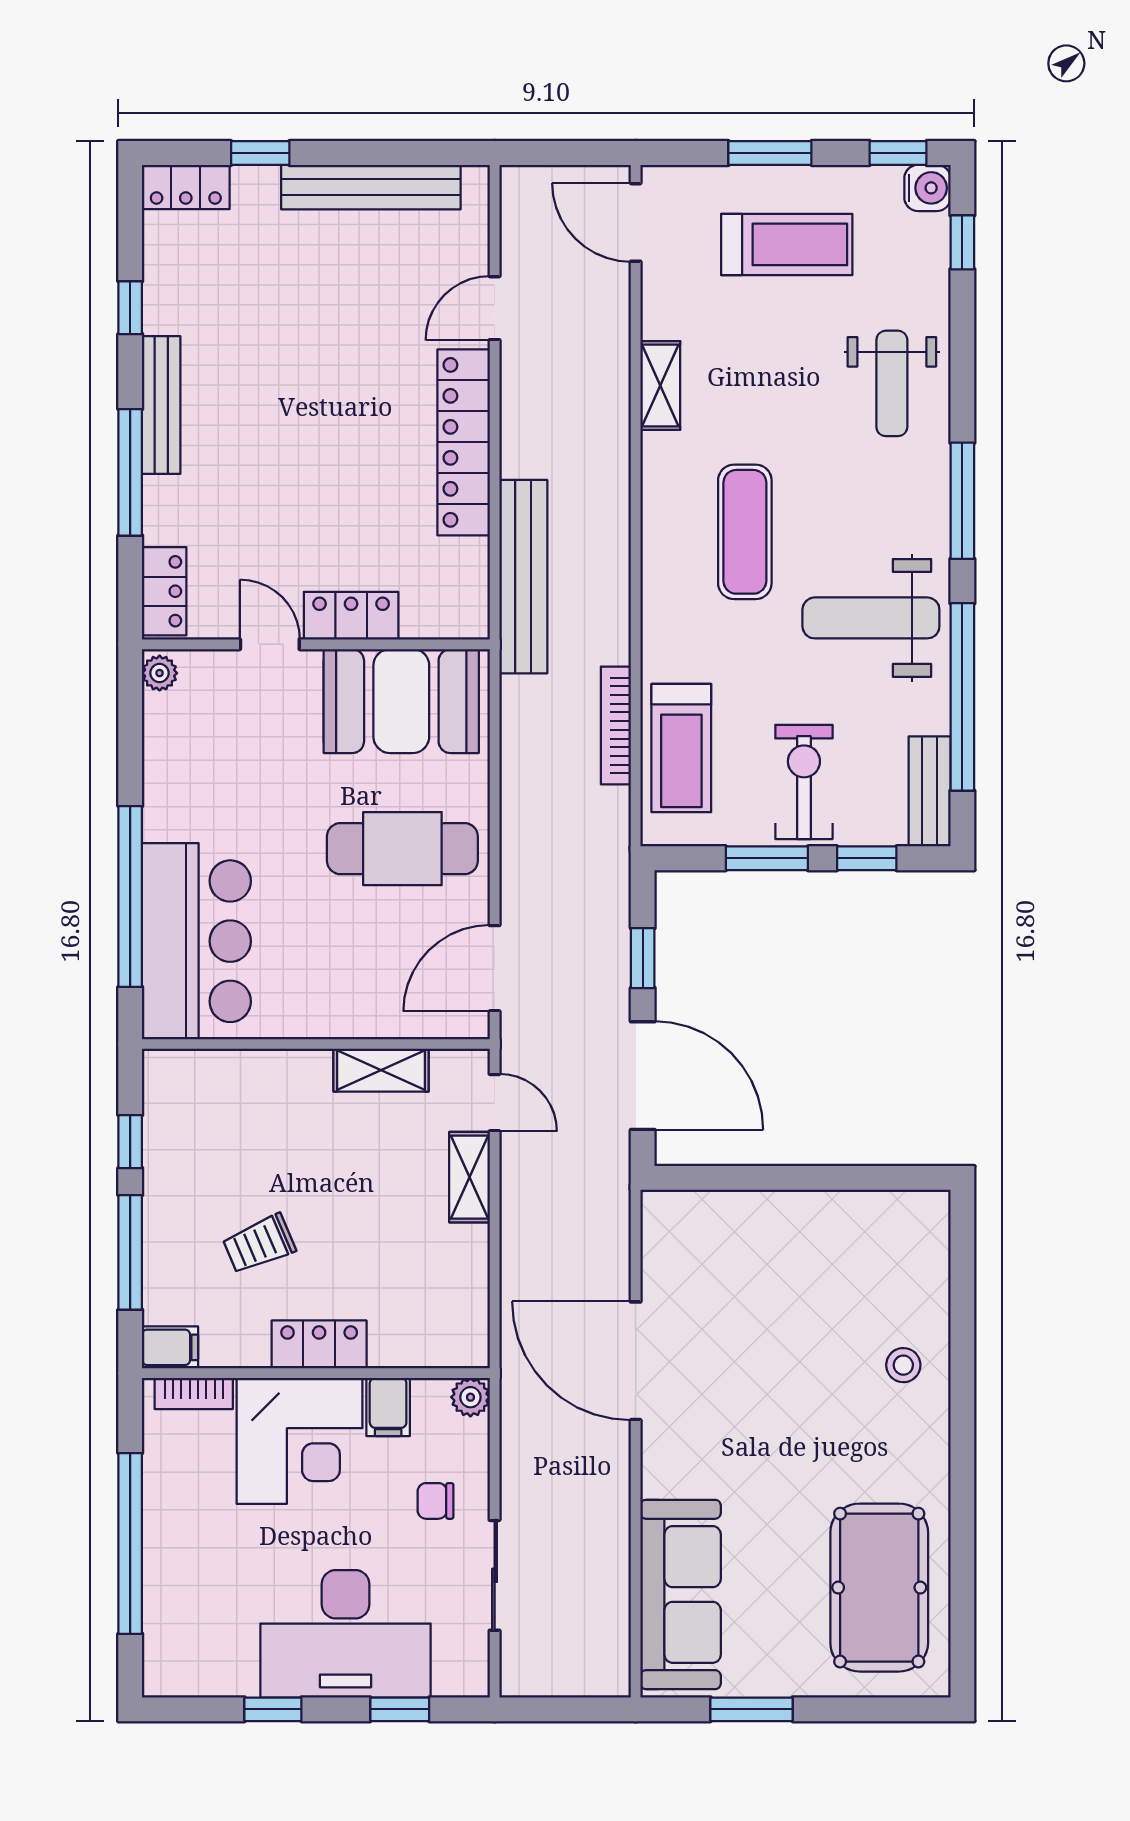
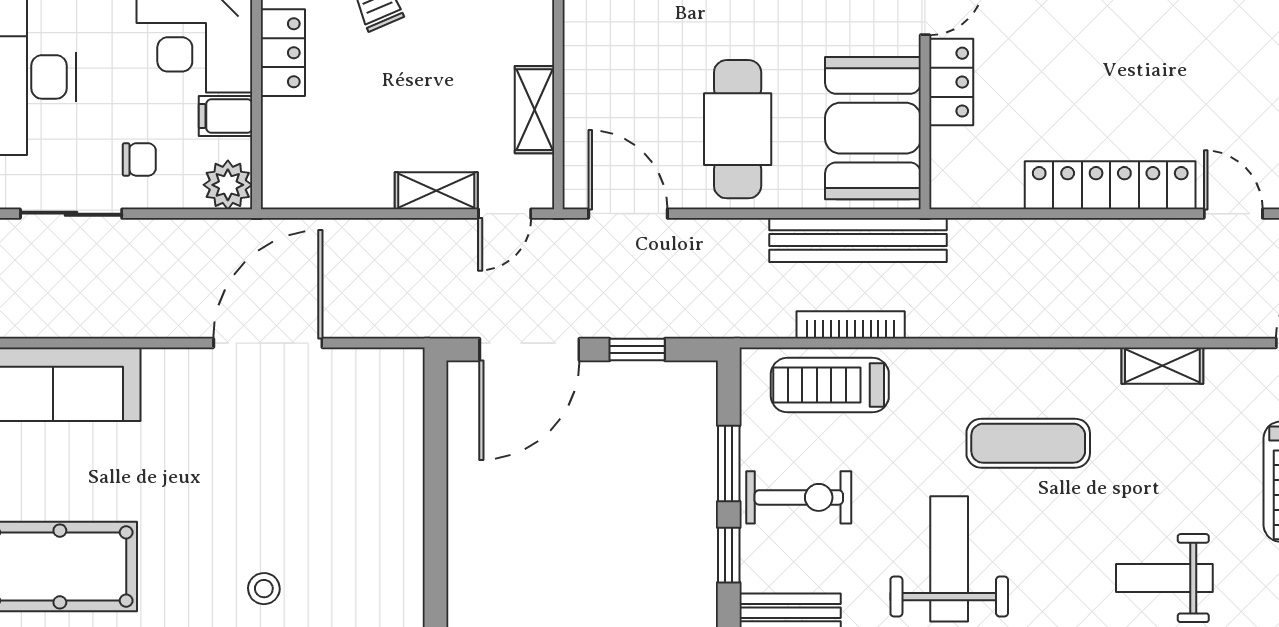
bench: (523, 577) -> (858, 240), moved
plant: (470, 1397) -> (228, 185), width x1.38, depth x1.38
chair: (435, 1501) -> (139, 159), turned 90

